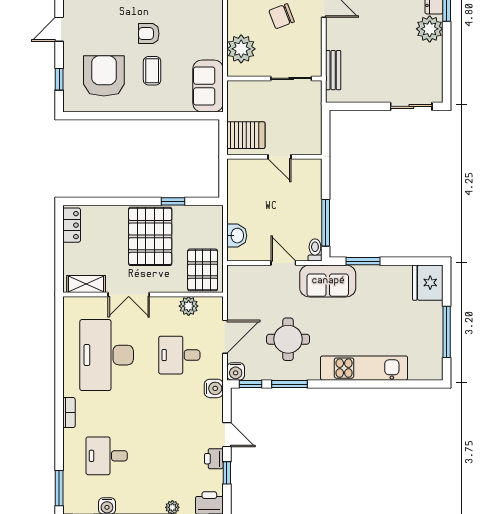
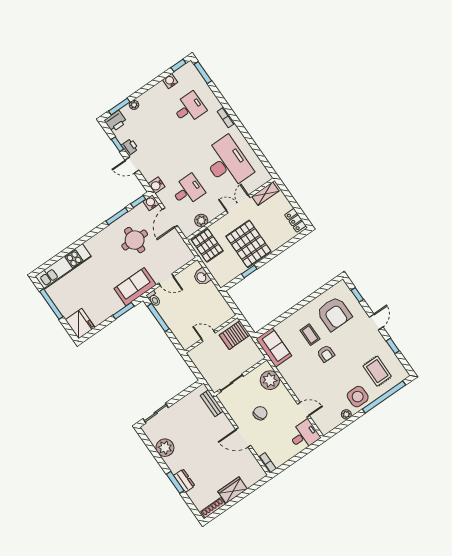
plant: (430, 29) -> (165, 448), moved
armchair: (149, 34) -> (326, 354), turned 90
kitchen unit: (364, 368) -> (63, 266), moved

